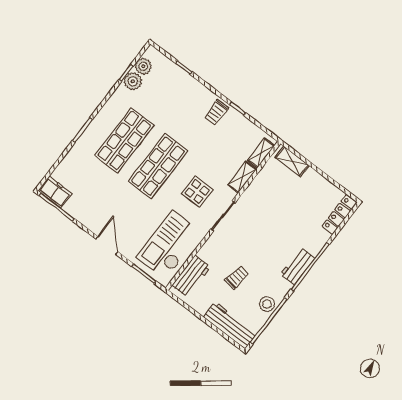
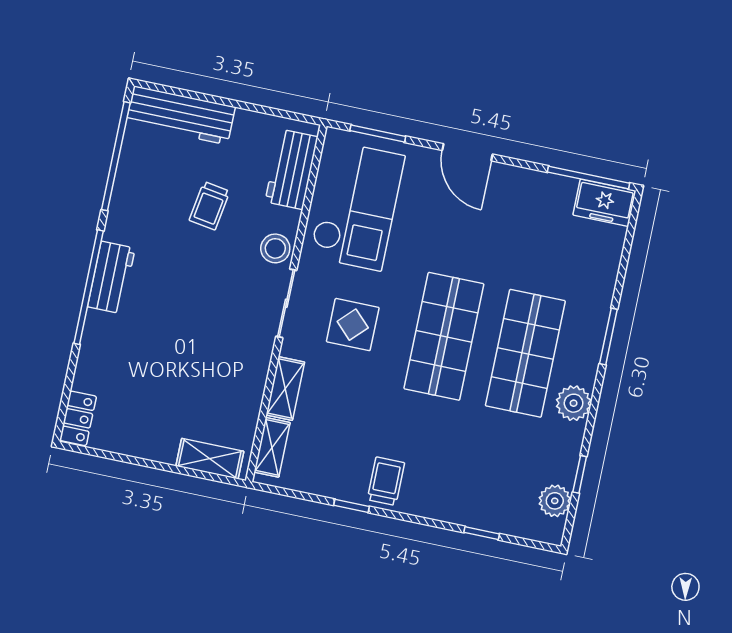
plant: (133, 81) -> (574, 403), moved
locker: (339, 215) -> (78, 418), width x0.66
stool: (267, 304) -> (275, 248), moved

